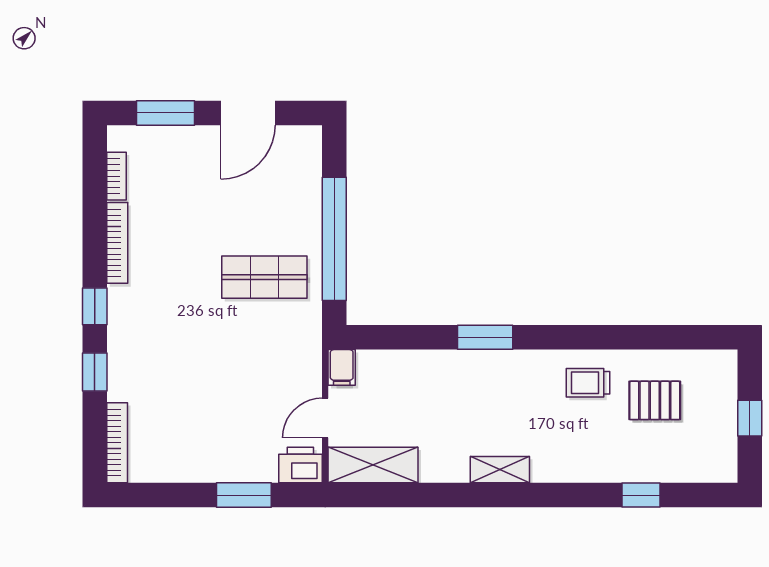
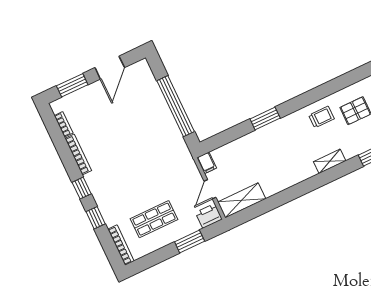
shop shelf: (264, 277) -> (154, 219), moved
trolley: (588, 383) -> (321, 117), turned 180
shelving: (500, 470) -> (330, 161), moved

